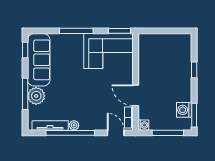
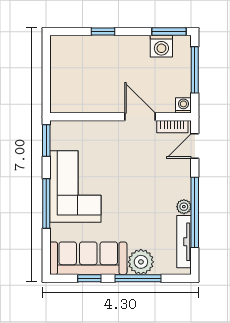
window: (25, 50) -> (89, 278), moved
corner sofa: (109, 51) -> (75, 186), moved
door: (136, 95) -> (140, 117), swing flipped

